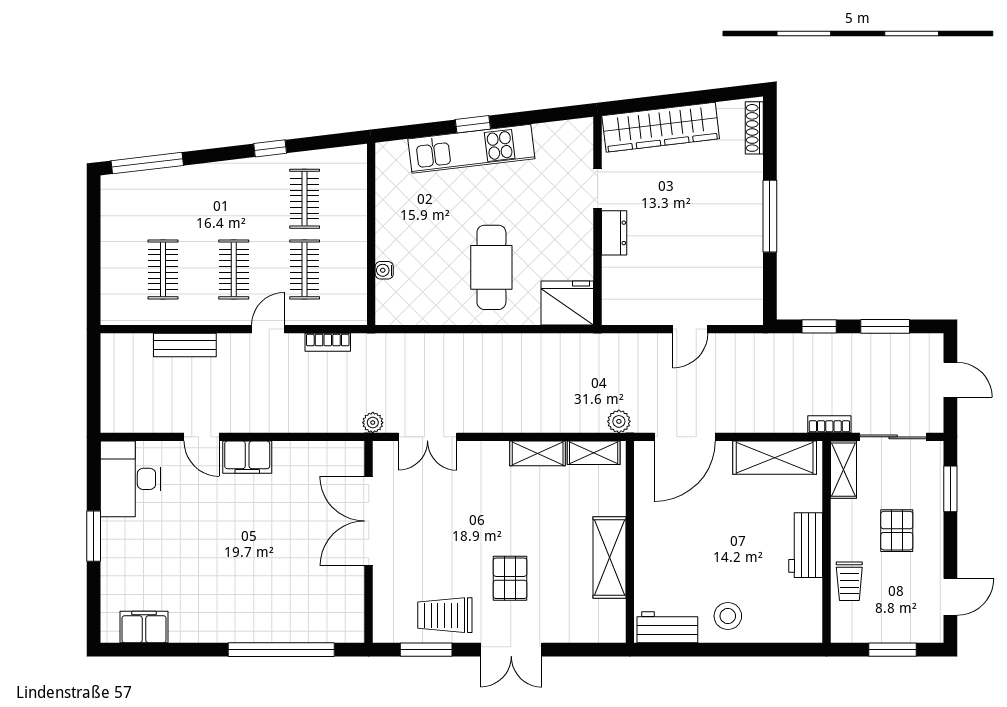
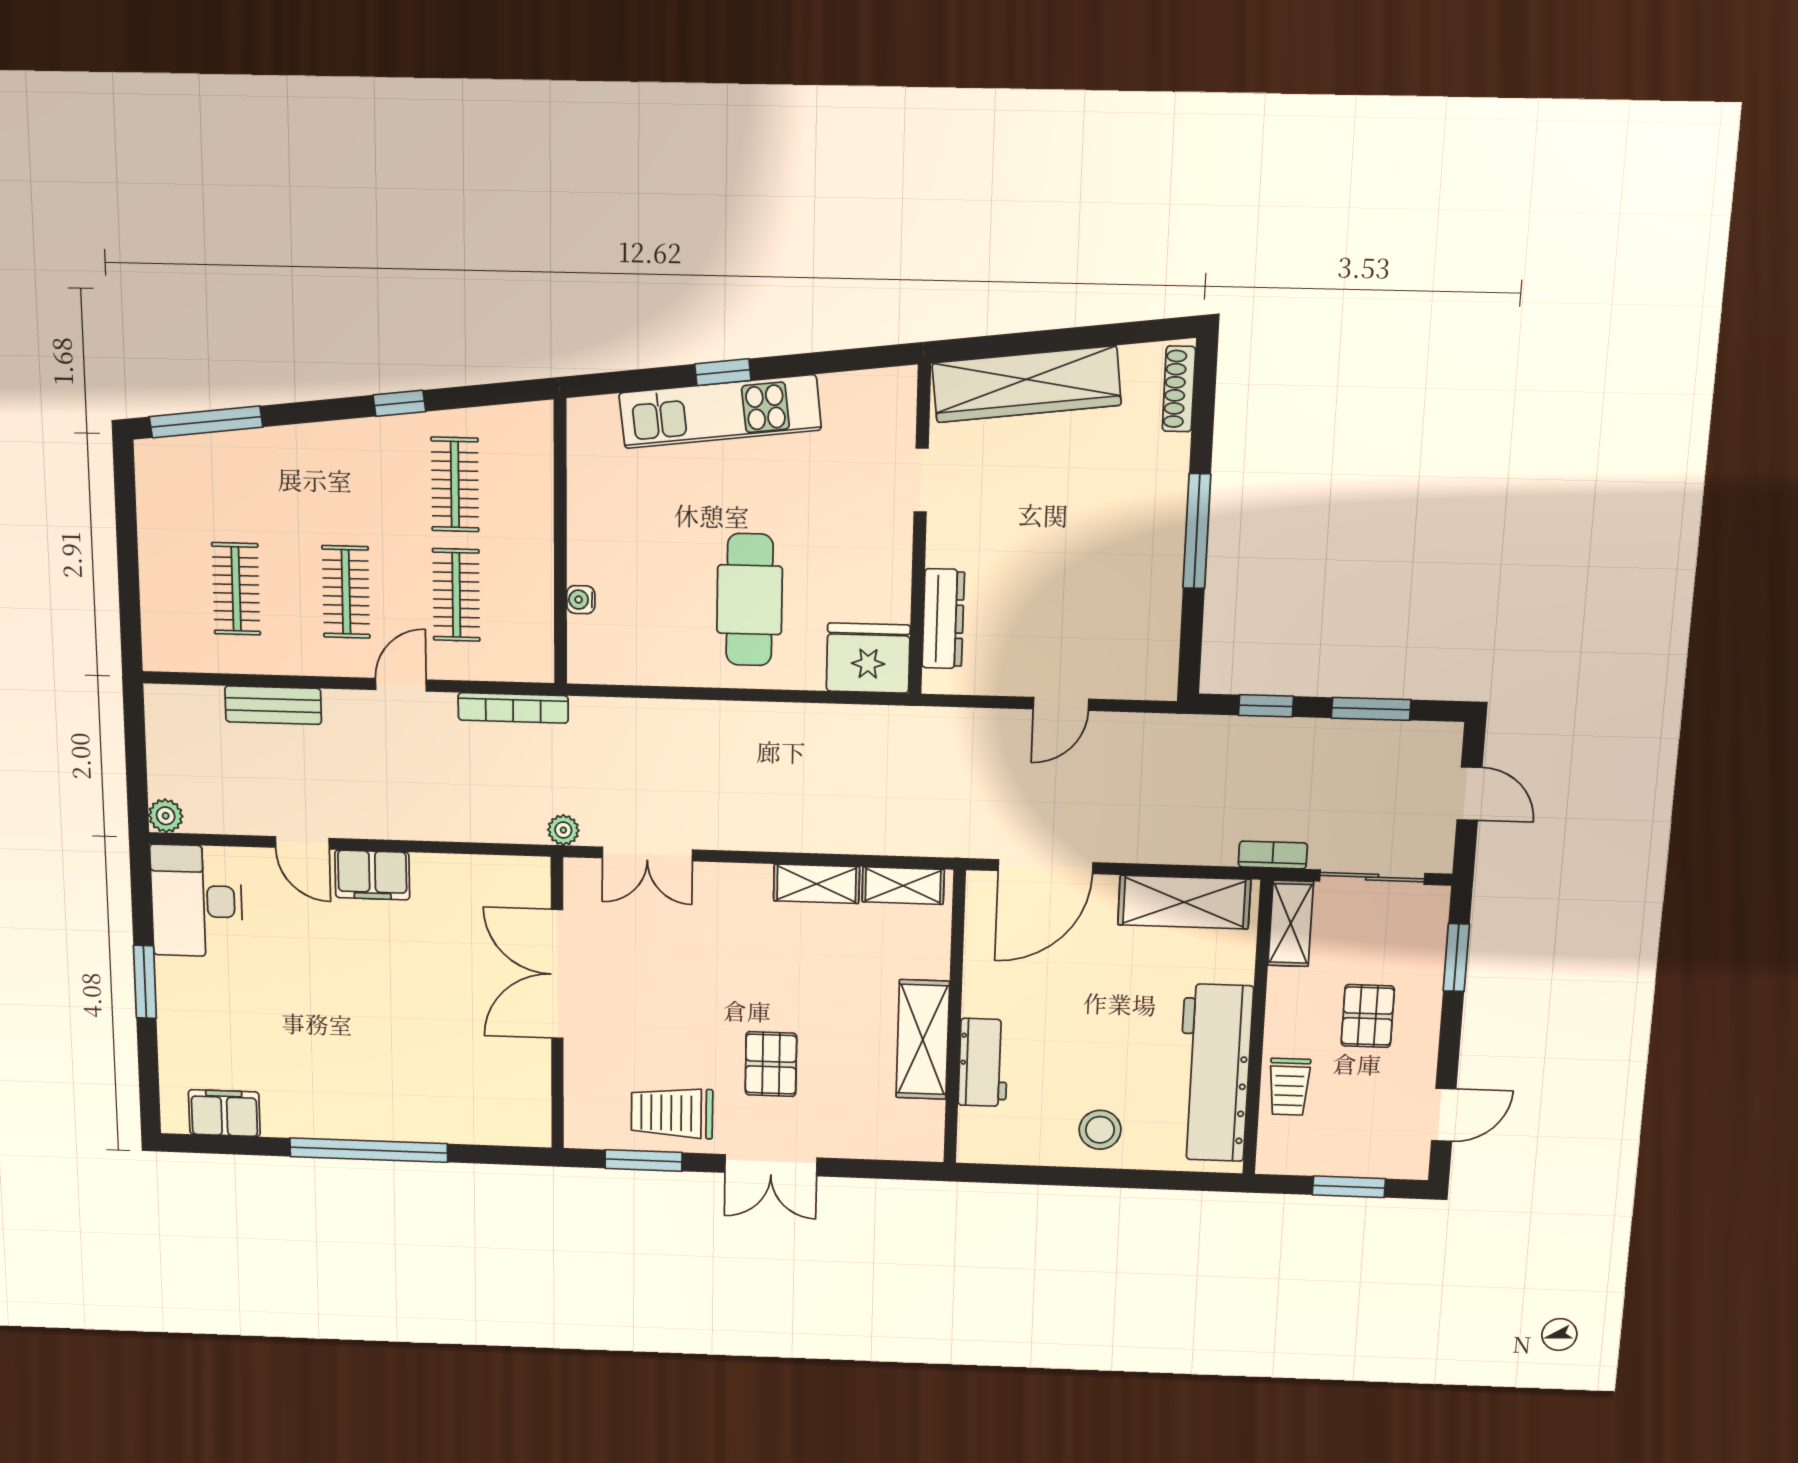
dresser: (614, 233) -> (943, 619), moved, width x1.44
bookcase: (328, 342) -> (513, 708), width x1.56
plant: (619, 421) -> (166, 816), moved
workbench: (806, 545) -> (1214, 1073), width x1.87, depth x1.32
workbench: (667, 627) -> (983, 1063), moved, turned 90
window: (281, 650) -> (369, 1150), moved

